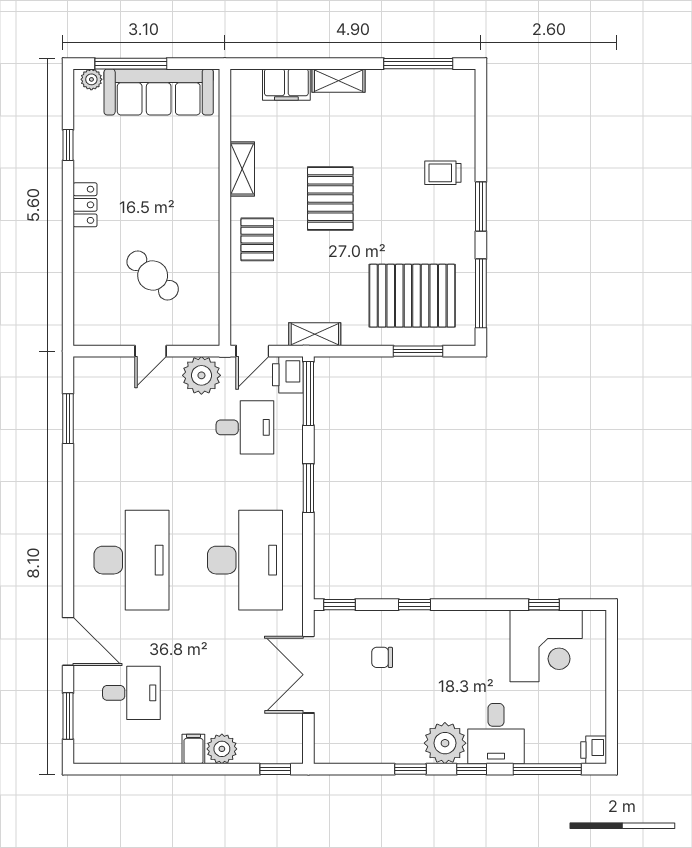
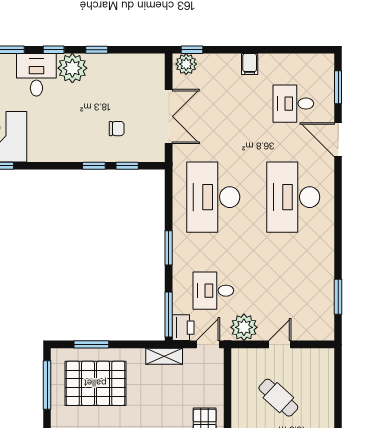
window: (340, 605) -> (127, 166), moved
plant: (222, 749) -> (186, 64), moved

